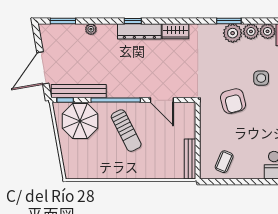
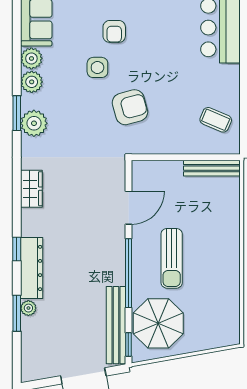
window: (63, 21) -> (17, 313), moved
dresser: (139, 31) -> (32, 268), moved
plant: (233, 33) -> (34, 123), moved
sun lounger: (126, 131) -> (172, 258), turned 117

